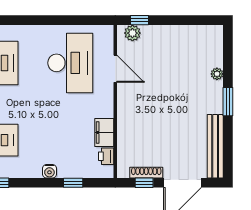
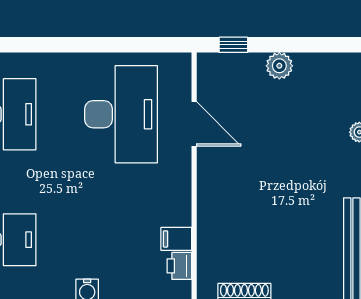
plant: (132, 33) -> (279, 66), moved
filing cabinet: (104, 133) -> (176, 239), width x0.50

